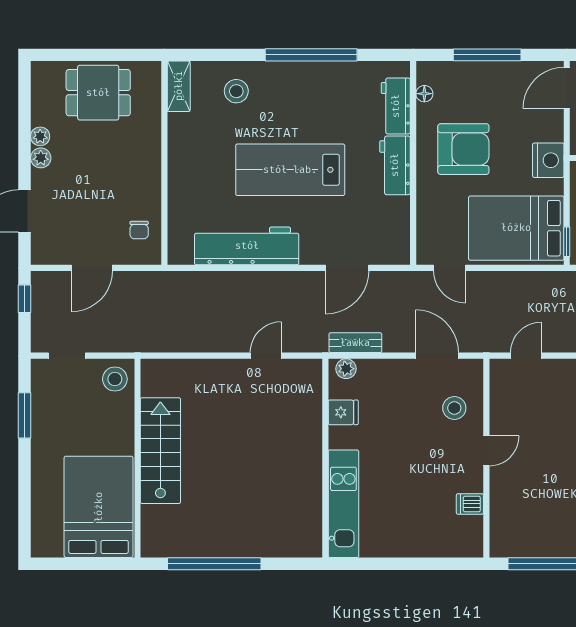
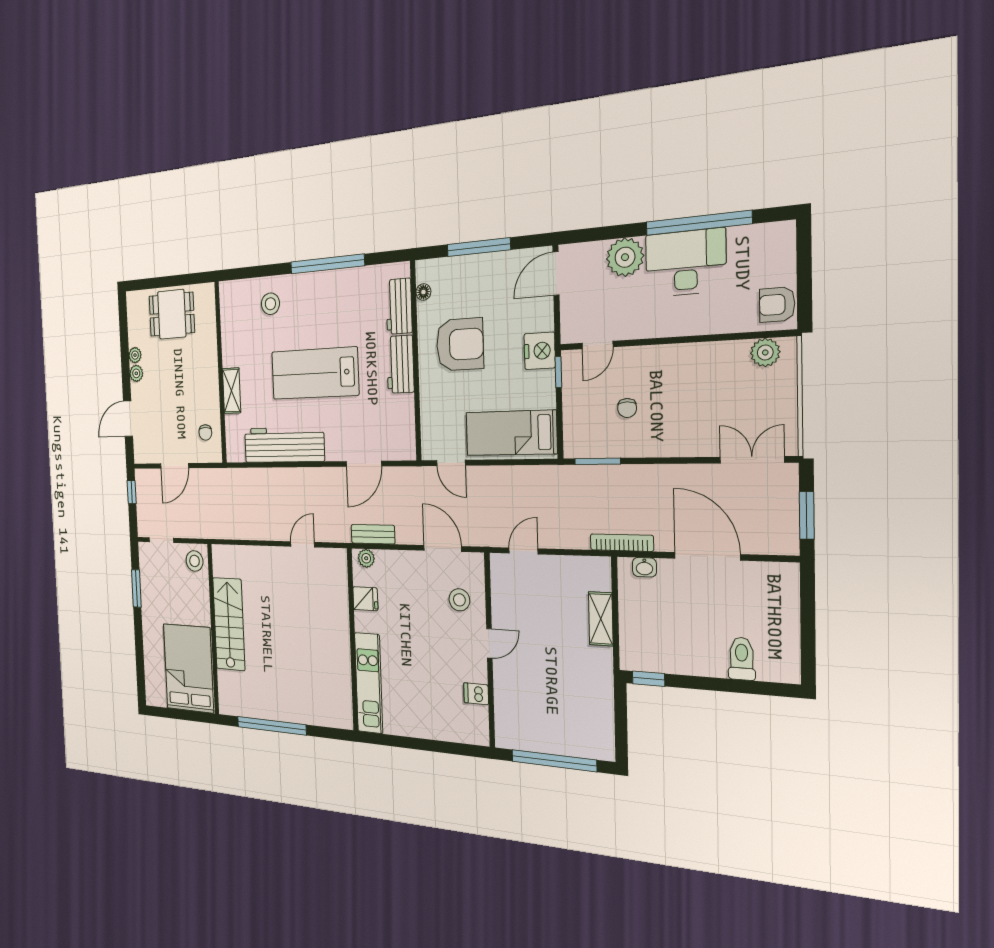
shelving: (179, 86) -> (232, 391), moved
bed: (516, 228) -> (511, 433), width x0.67
window: (567, 242) -> (558, 372), moved

